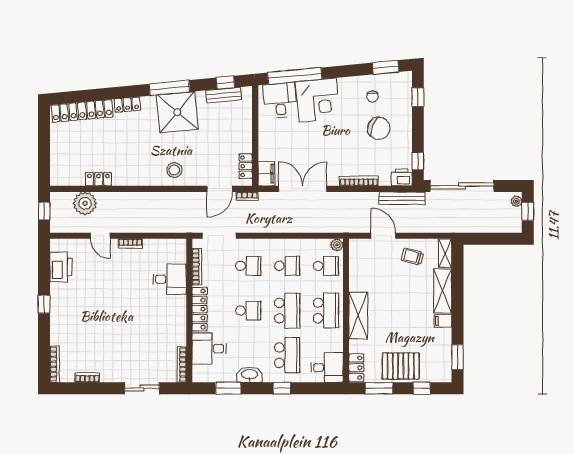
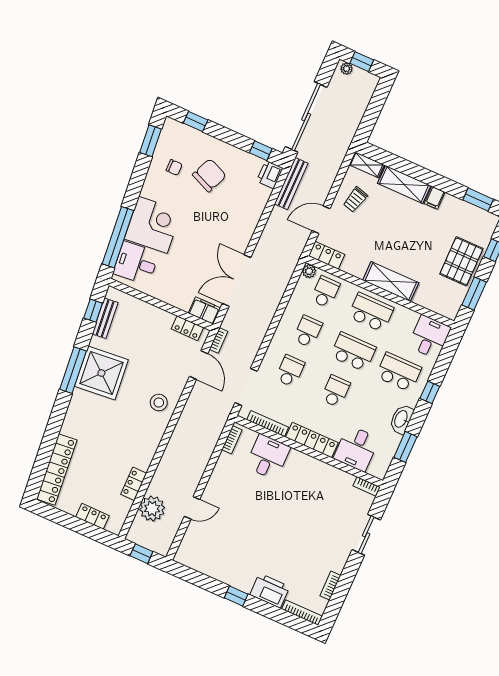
locker: (127, 105) -> (92, 516), moved, turned -85
bookcase: (359, 181) -> (254, 220), removed
bookcase: (130, 243) -> (232, 440), moved
printer: (61, 267) -> (270, 591), moved
bookcase: (182, 364) -> (367, 486), width x0.64
locker: (356, 368) -> (327, 255), moved

